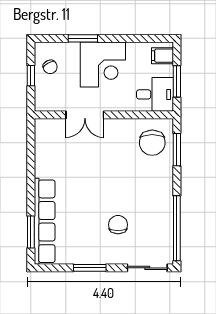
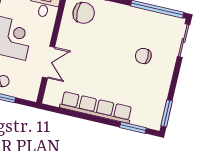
row of seats: (45, 221) -> (96, 107), moved
window: (90, 268) -> (167, 113), moved

